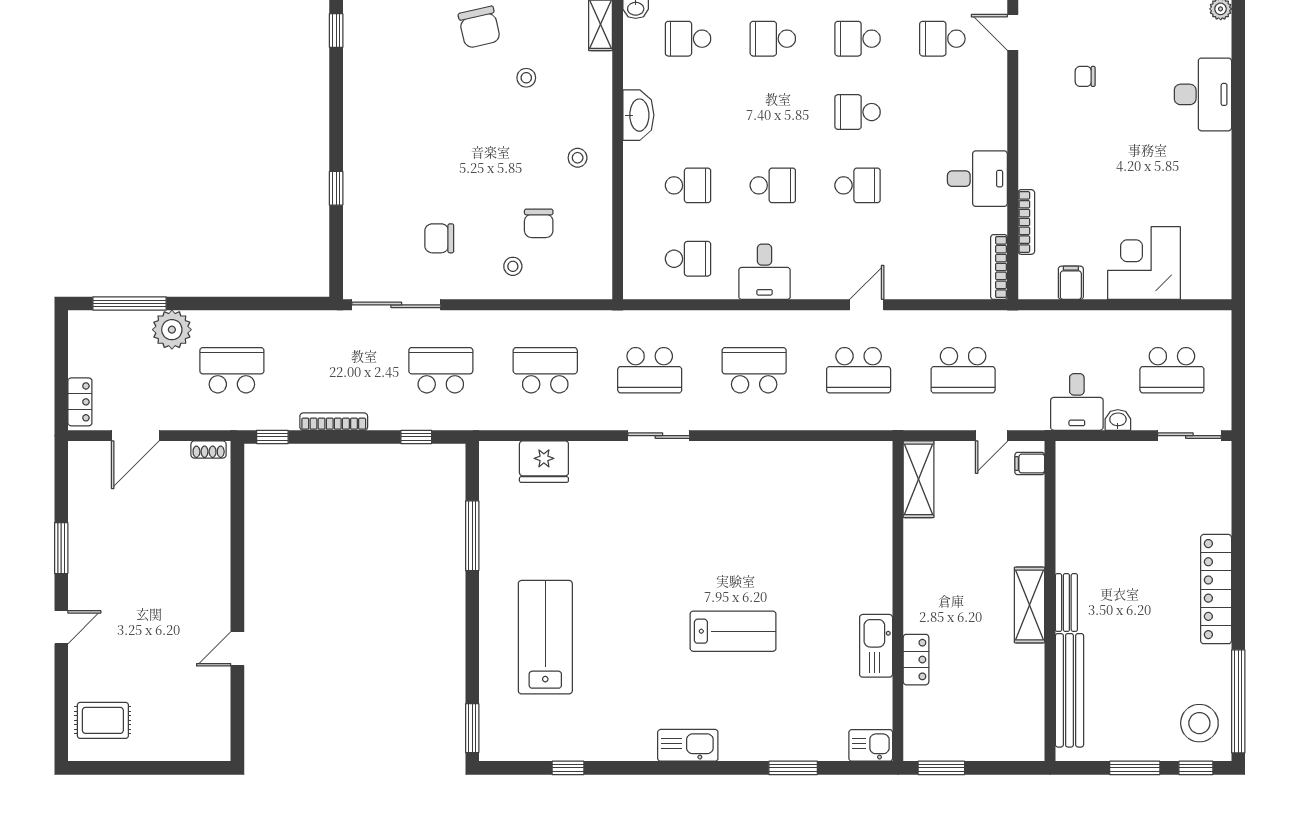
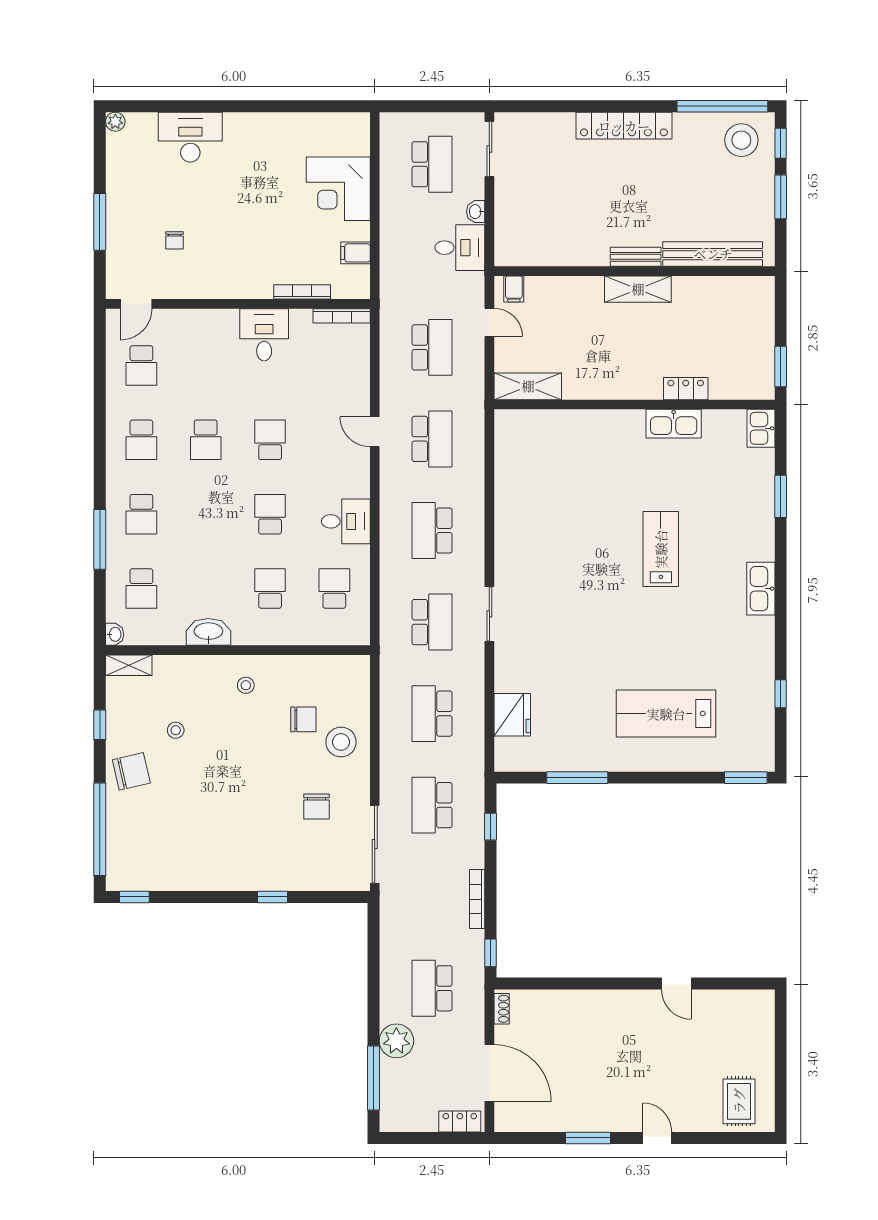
stool: (513, 266) -> (341, 742), width x1.89, depth x1.89
door: (135, 436) -> (489, 1073), width x1.36

